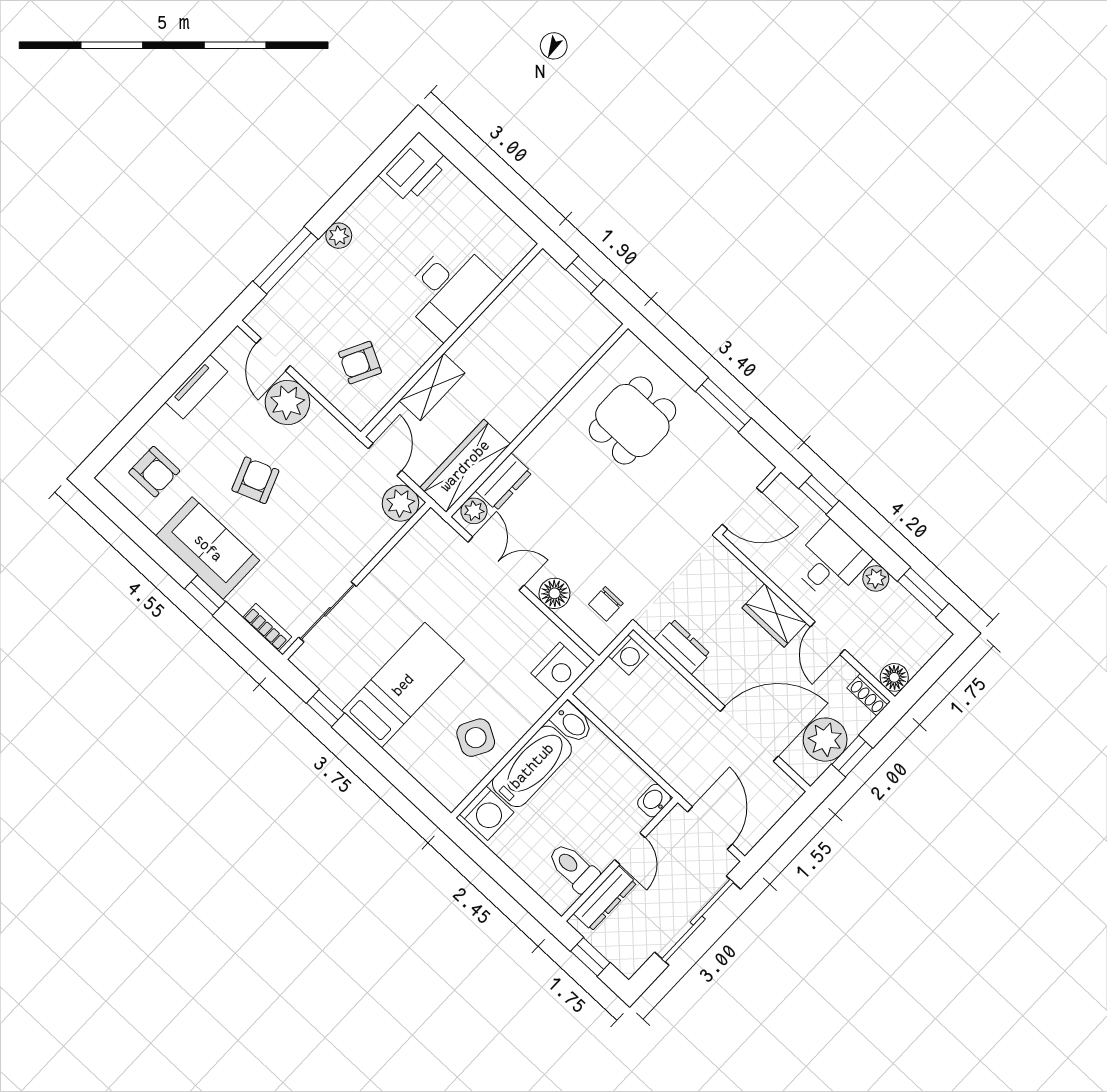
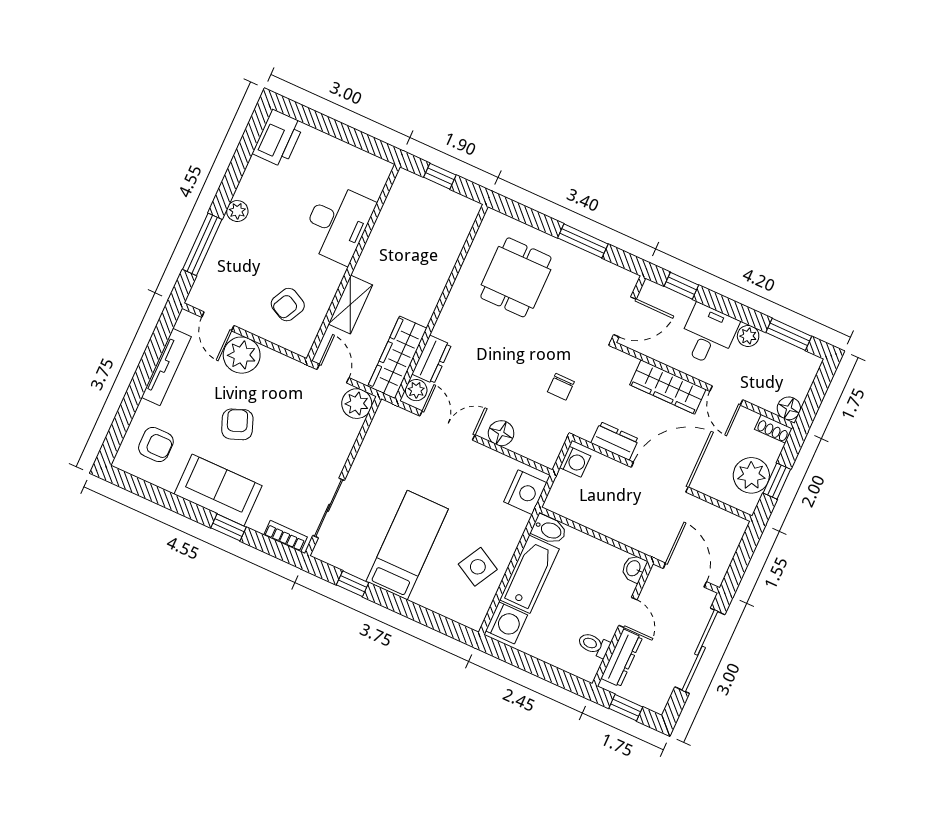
tv unit: (196, 387) -> (166, 367), width x1.41
chair: (606, 604) -> (561, 387), moved
wardrobe: (774, 615) -> (668, 387), width x1.50
door: (749, 734) -> (660, 477), moved
toilet: (573, 868) -> (594, 645), width x0.73, depth x0.72

